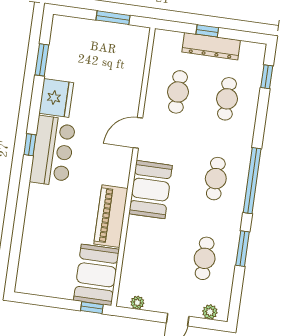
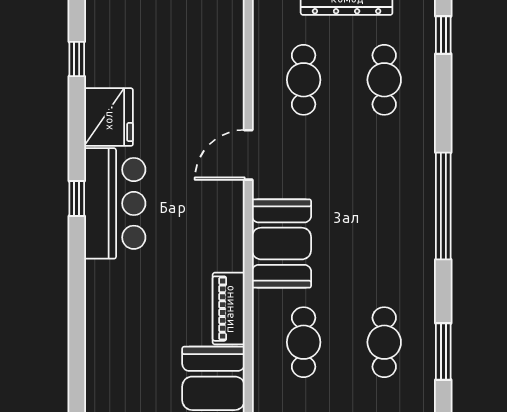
window: (42, 60) -> (77, 59), width x0.67
cafe table: (216, 179) -> (304, 342), moved
piano: (111, 216) -> (229, 309), width x0.73, depth x0.75
window: (243, 249) -> (443, 351), moved

